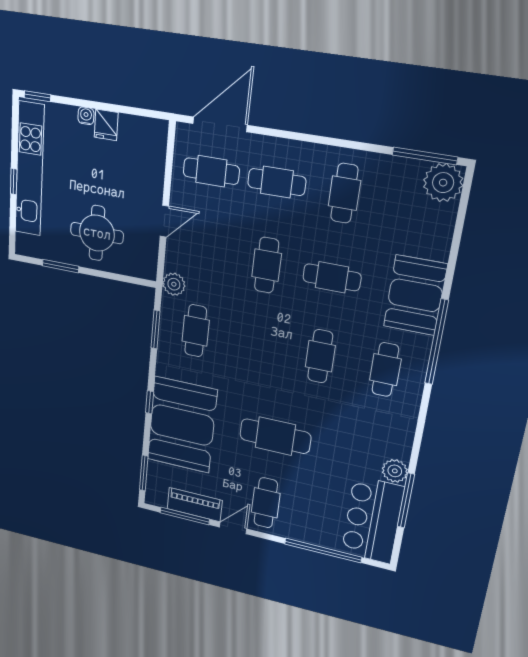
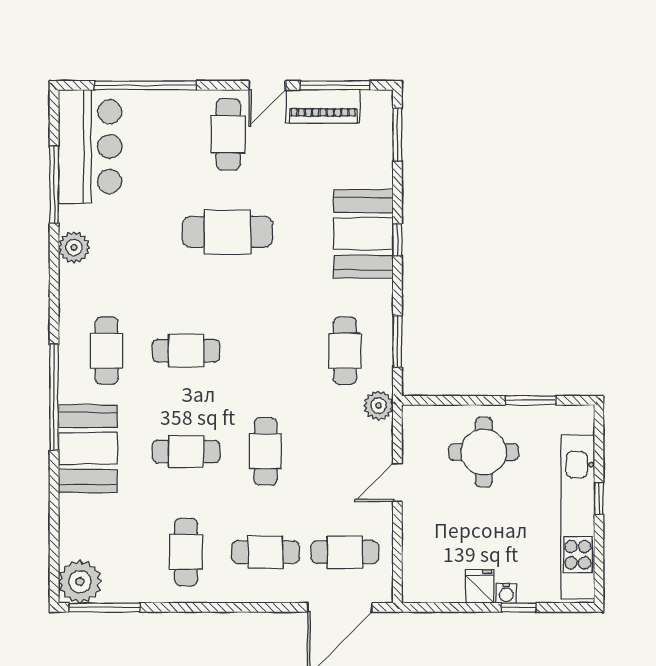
window: (37, 96) -> (519, 607), moved
cafe table: (320, 356) -> (186, 351), turned 90
booth: (182, 425) -> (364, 234), width x0.73, depth x0.70
plant: (395, 471) -> (74, 247), moved

